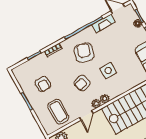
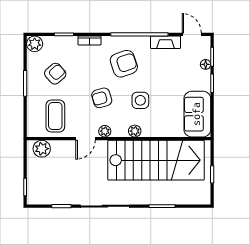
armchair: (84, 53) -> (124, 64), turned 55
plant: (19, 72) -> (35, 44), added
armchair: (43, 84) -> (55, 74), turned -131
plant: (105, 99) -> (135, 131), moved

